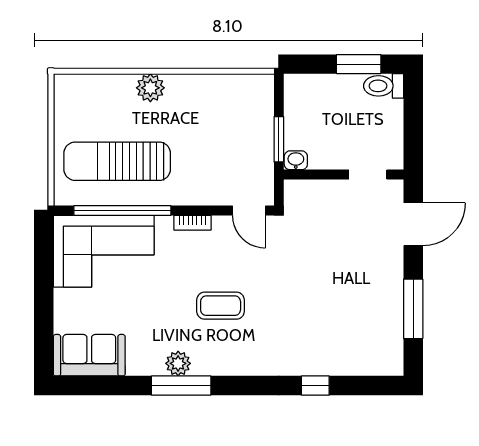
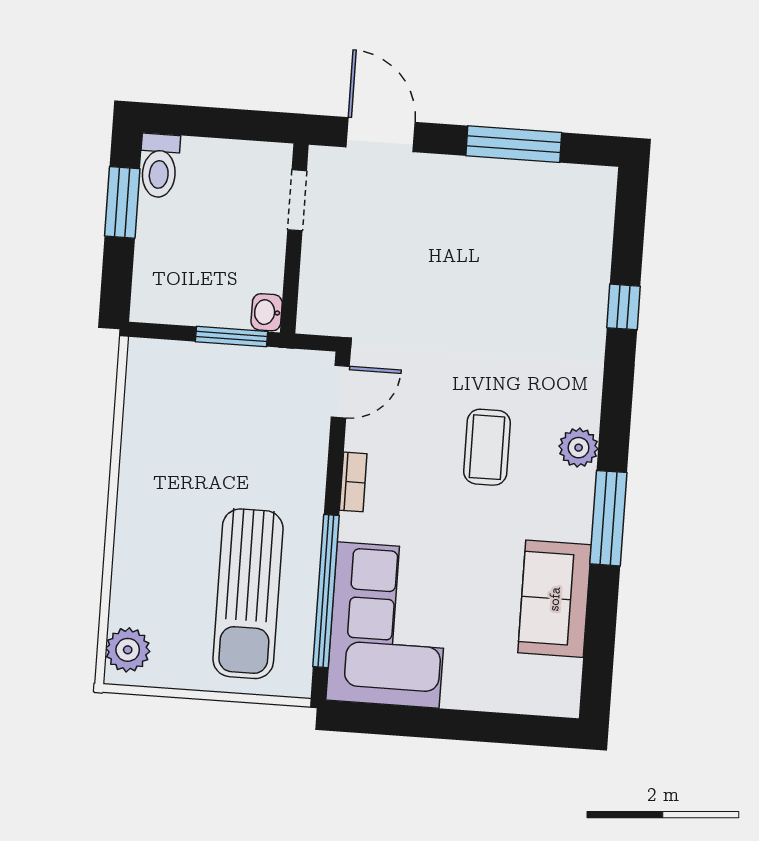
plant: (150, 88) -> (128, 650), moved
sofa: (89, 355) -> (555, 599), moved
plant: (178, 363) -> (579, 448), moved

